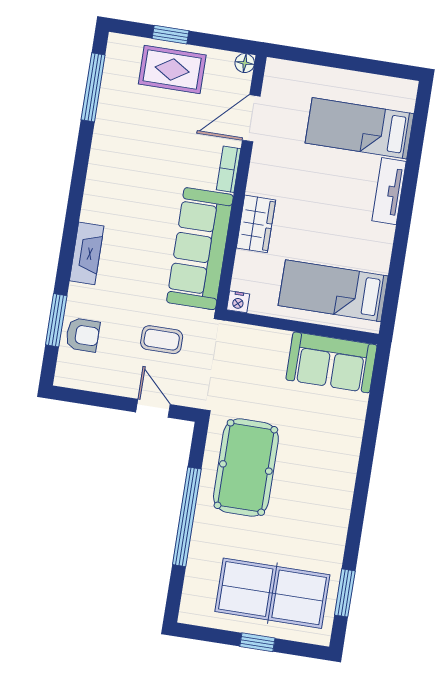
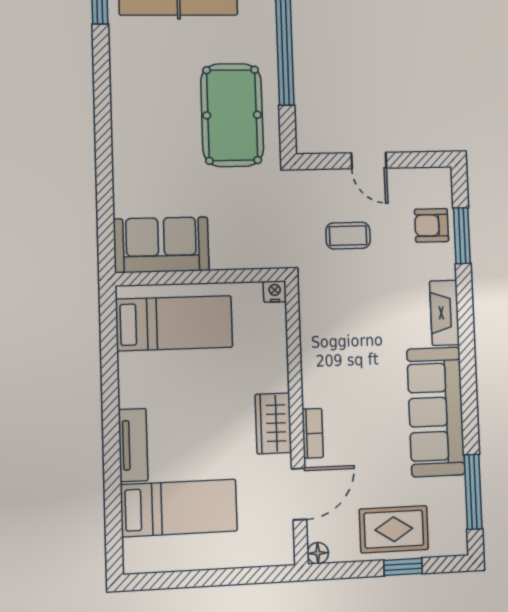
wardrobe: (256, 224) -> (273, 423), moved
sofa: (200, 249) -> (436, 412), moved, turned 180
door: (153, 408) -> (369, 161), moved

